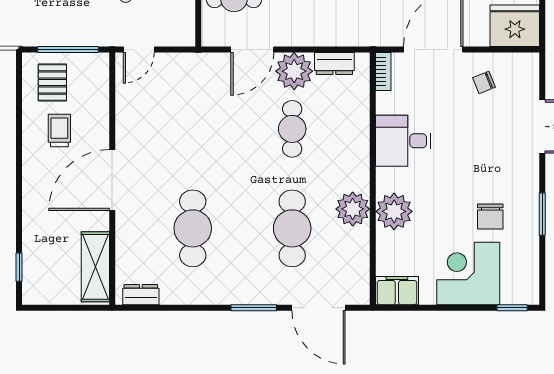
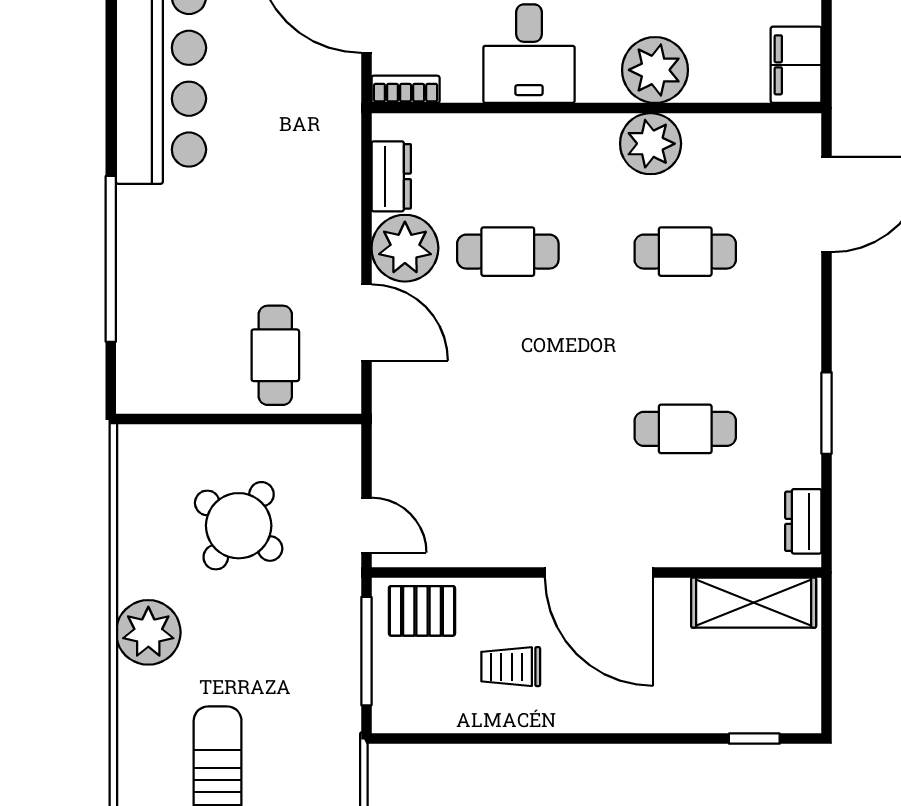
pallet: (52, 82) -> (422, 611), moved
cafe table: (193, 228) -> (685, 429), width x0.73, depth x0.74
cafe table: (292, 228) -> (685, 252), width x0.73, depth x0.74
window: (254, 308) -> (827, 413), moved

